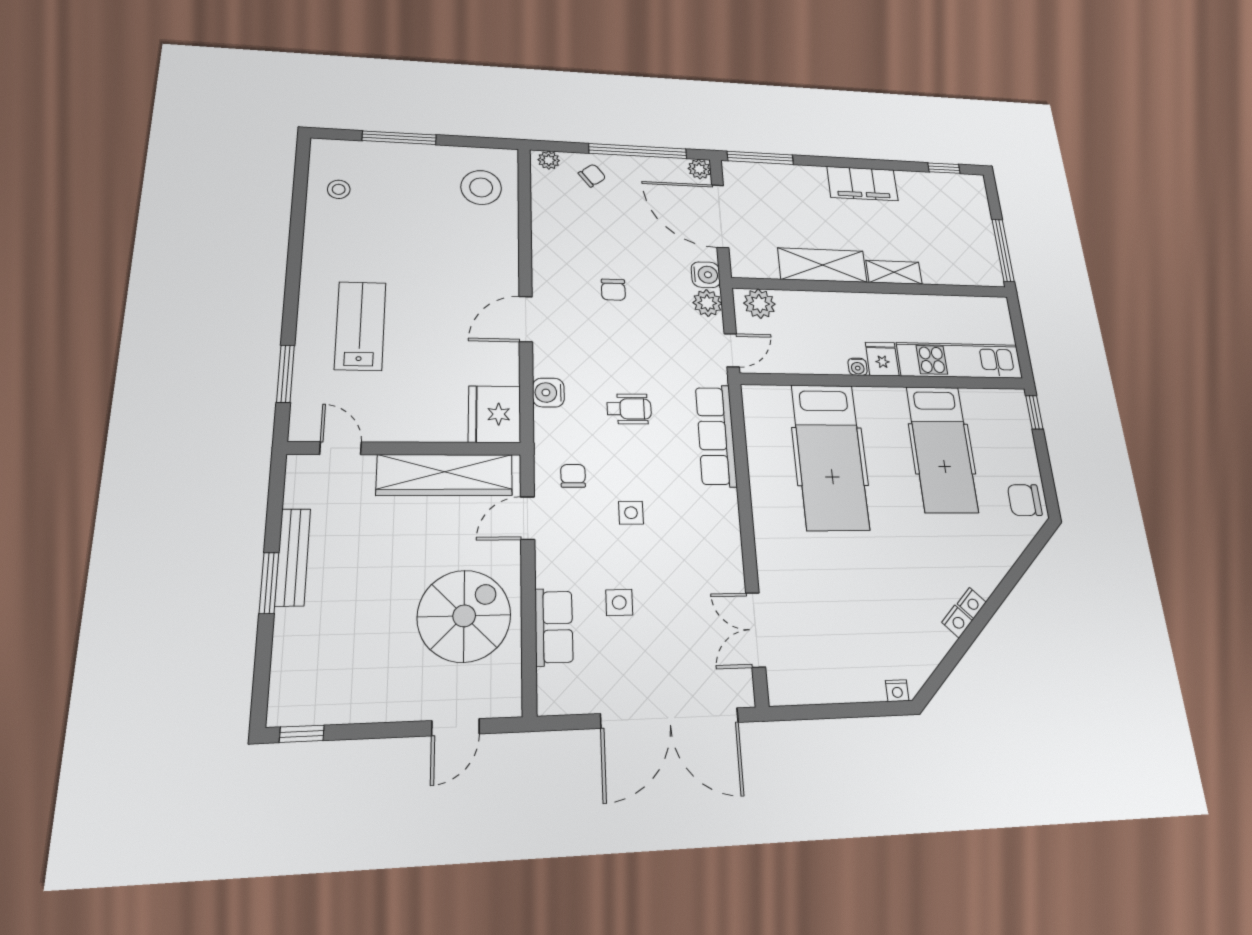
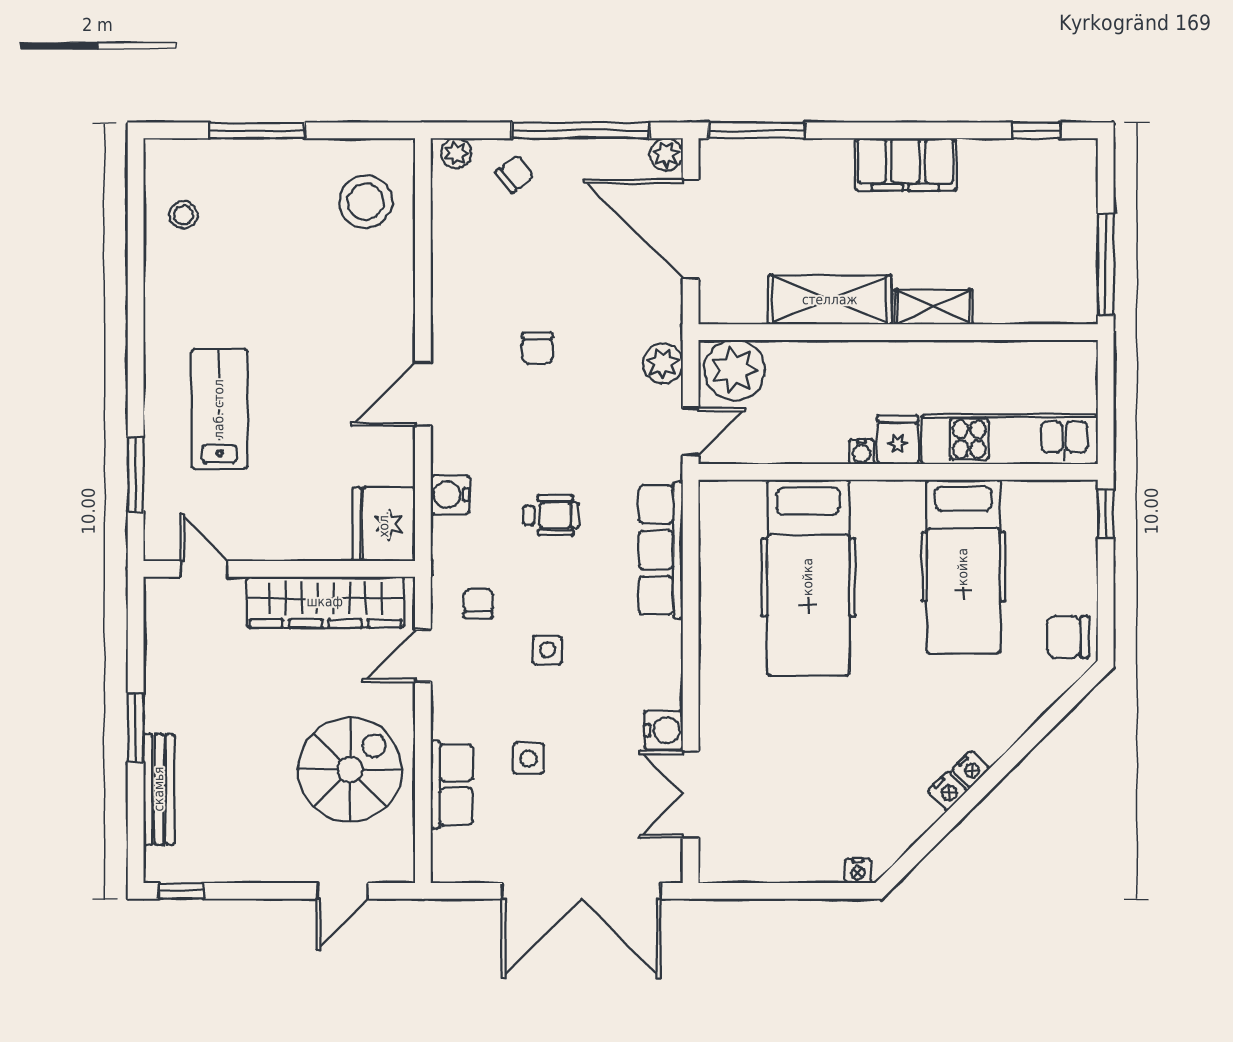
water cooler: (706, 275) -> (664, 730), moved
plant: (759, 304) -> (734, 370), width x1.36, depth x1.36
bench: (293, 557) -> (159, 789), moved

